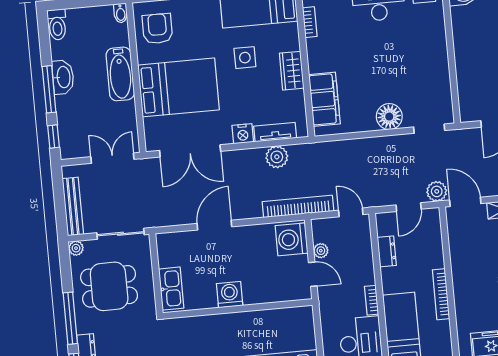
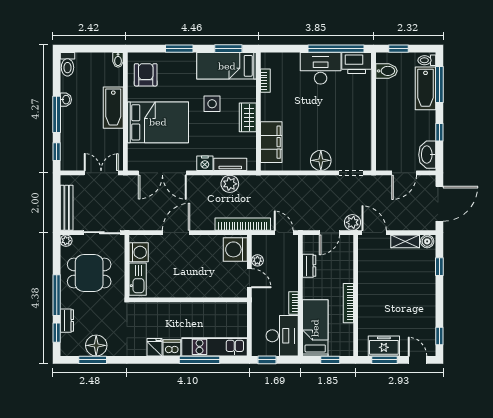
washbasin: (63, 77) -> (66, 100), width x0.52, depth x0.69
washing machine: (230, 295) -> (139, 252), moved, turned 90

